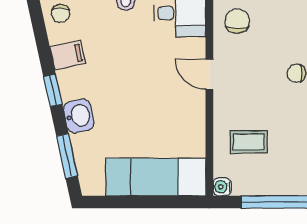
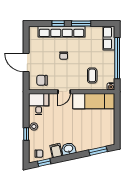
window: (53, 90) -> (44, 163), moved
washbasin: (79, 116) -> (68, 149), moved
exam couch: (156, 177) -> (94, 101), moved, turned -90

